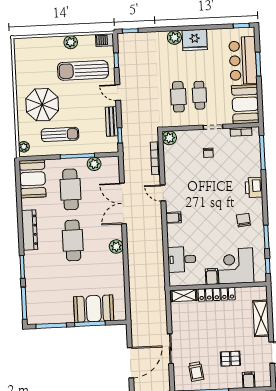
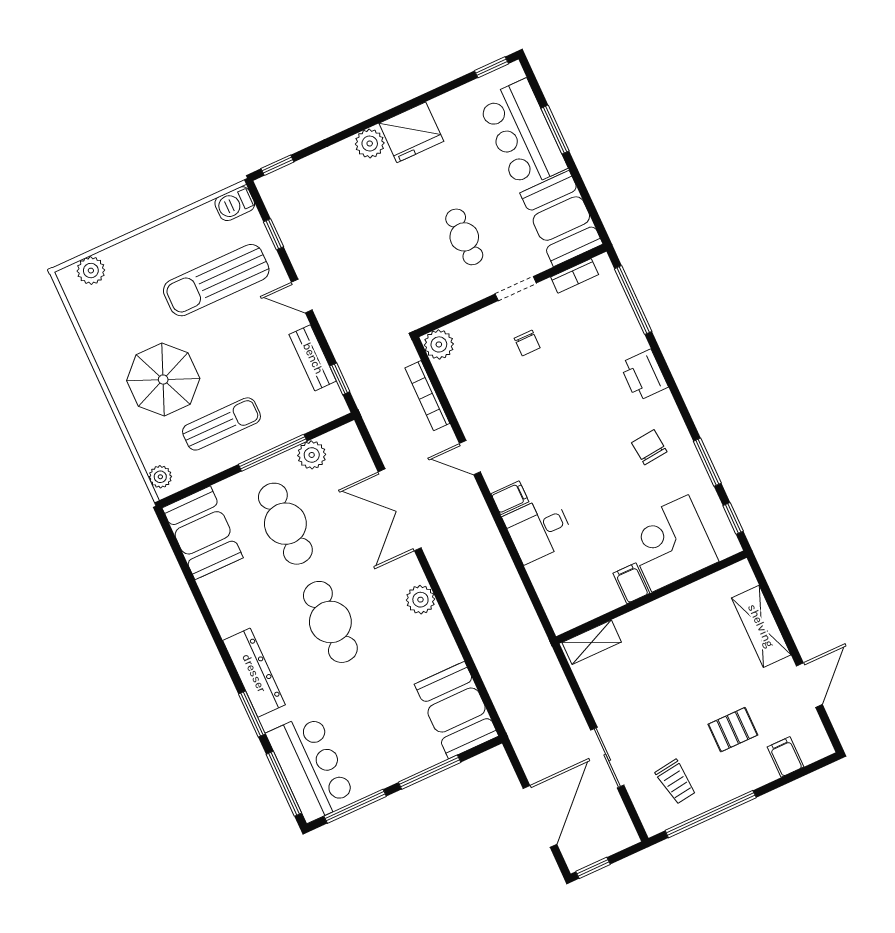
plant: (71, 42) -> (91, 271), moved
cafe table: (178, 97) -> (424, 257), removed
dresser: (29, 230) -> (254, 673), moved
desk: (182, 259) -> (539, 529), moved
locker: (217, 294) -> (655, 614), removed
bar counter: (39, 301) -> (311, 767), added
booth: (94, 309) -> (457, 710), moved, turned 90

